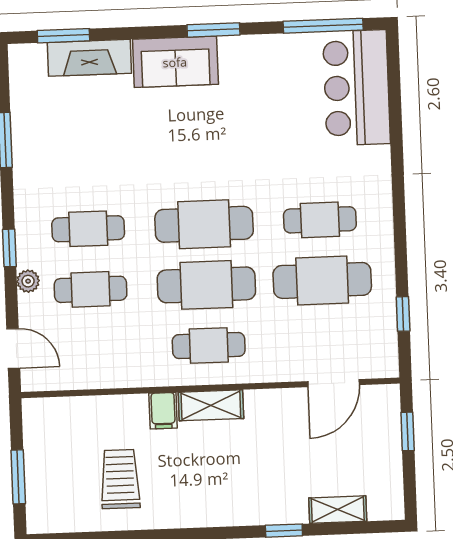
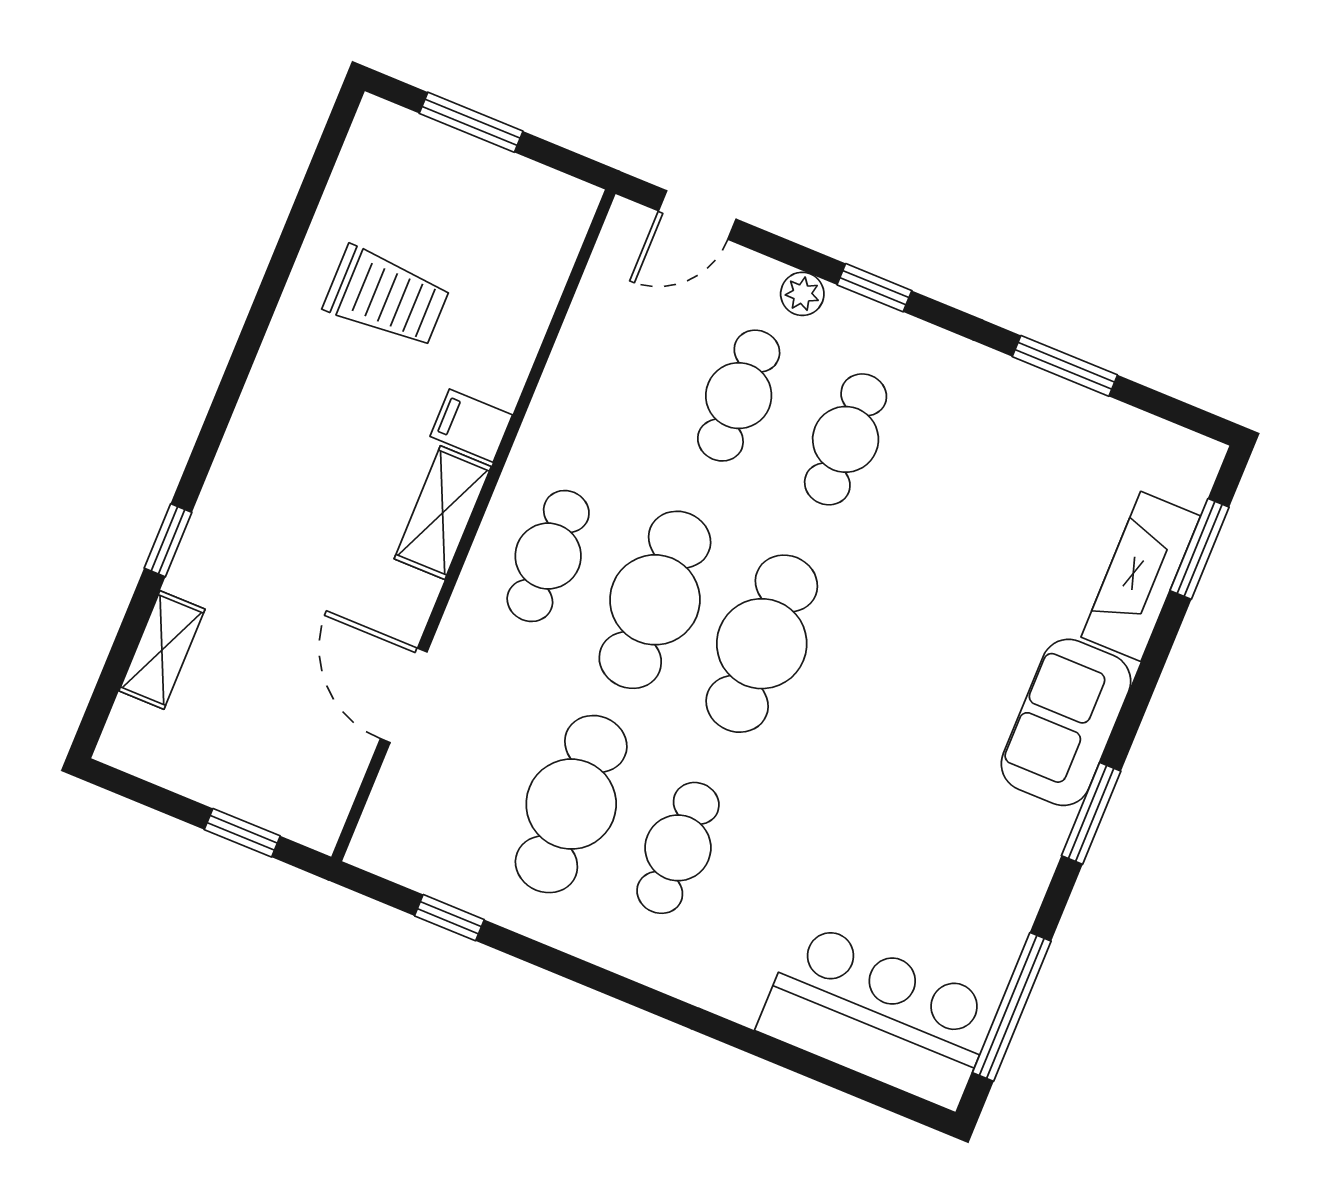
door: (334, 383) -> (404, 695), moved

